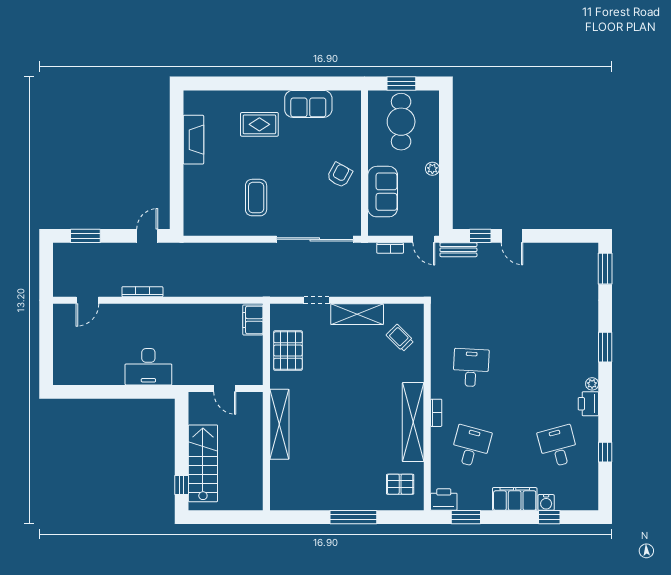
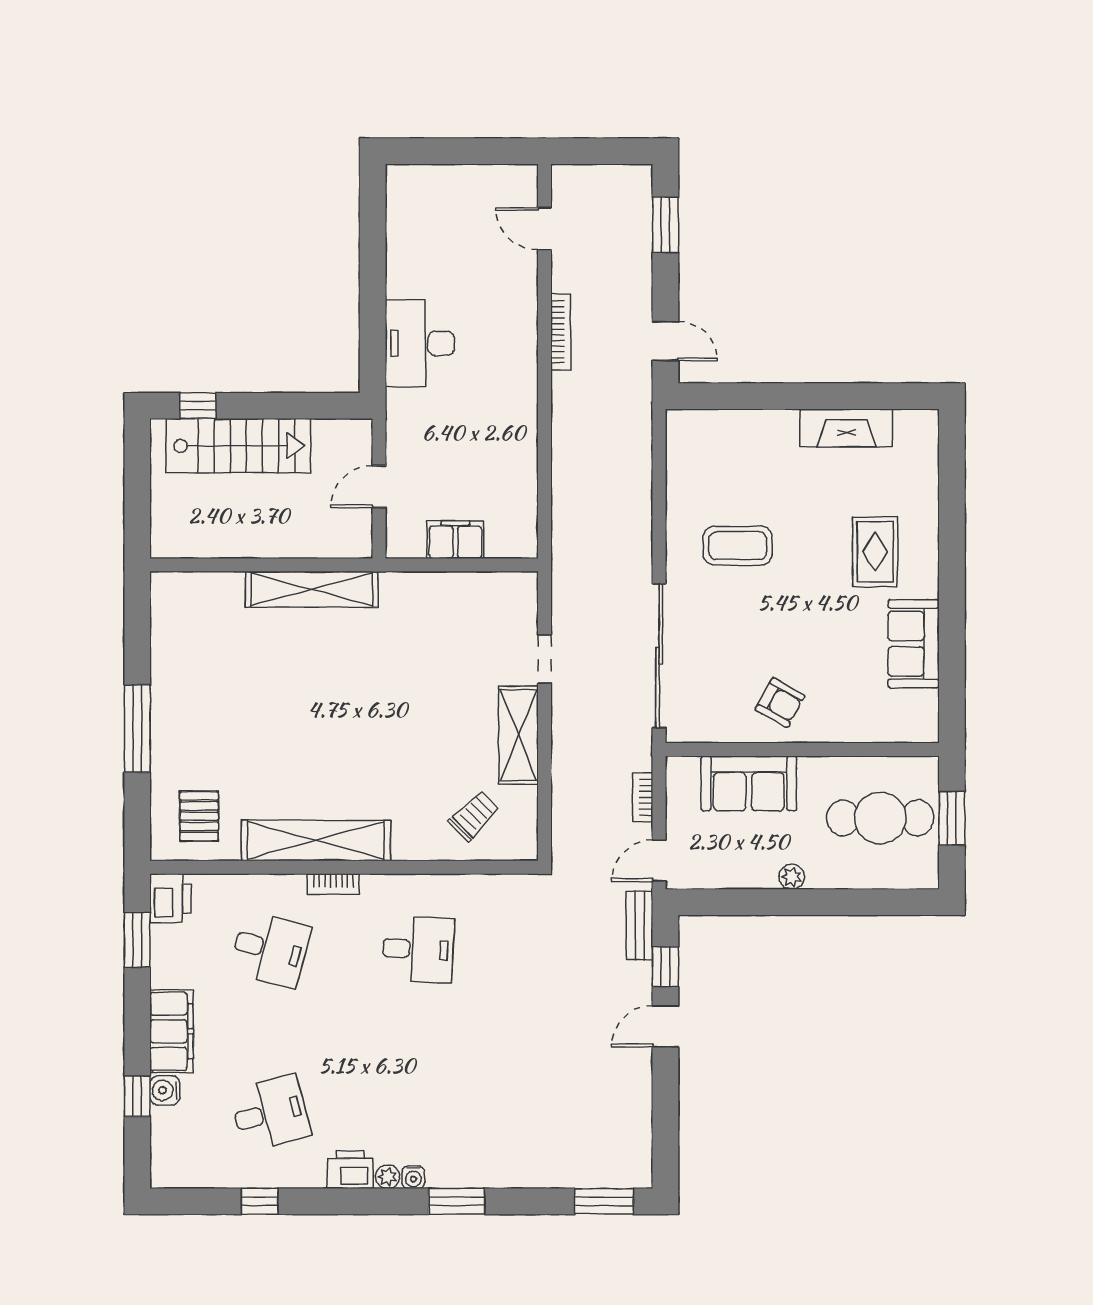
filing cabinet: (253, 320) -> (455, 540), moved
pallet: (288, 351) -> (450, 605), removed
water cooler: (592, 370) -> (413, 1177), added

